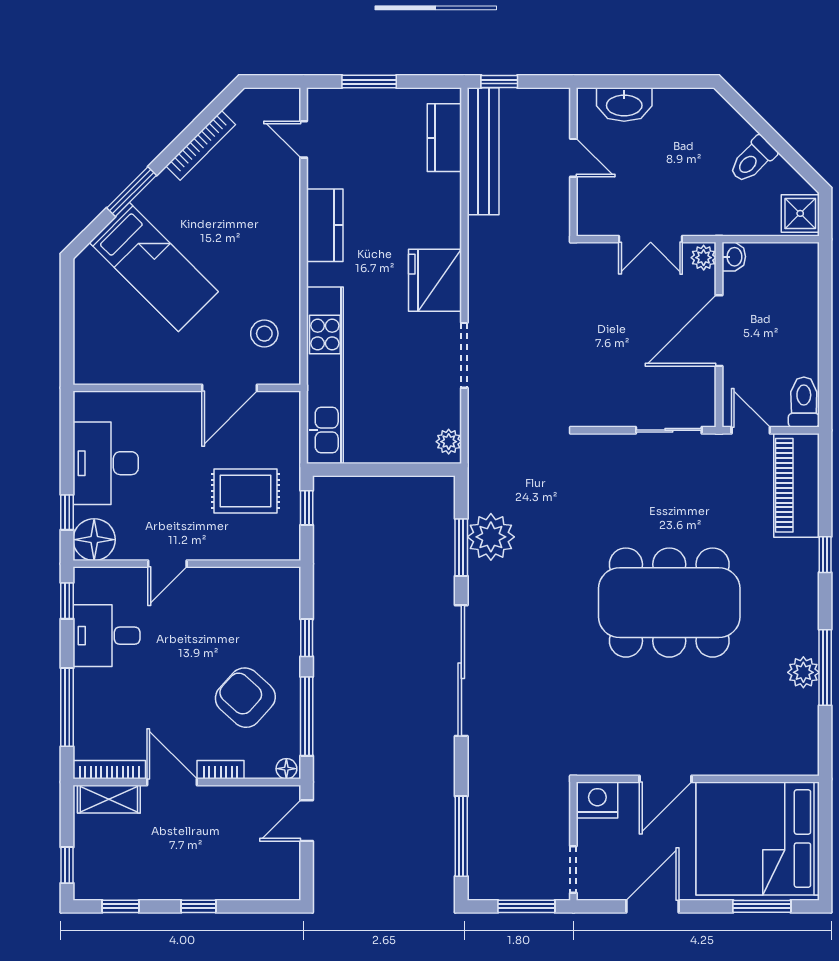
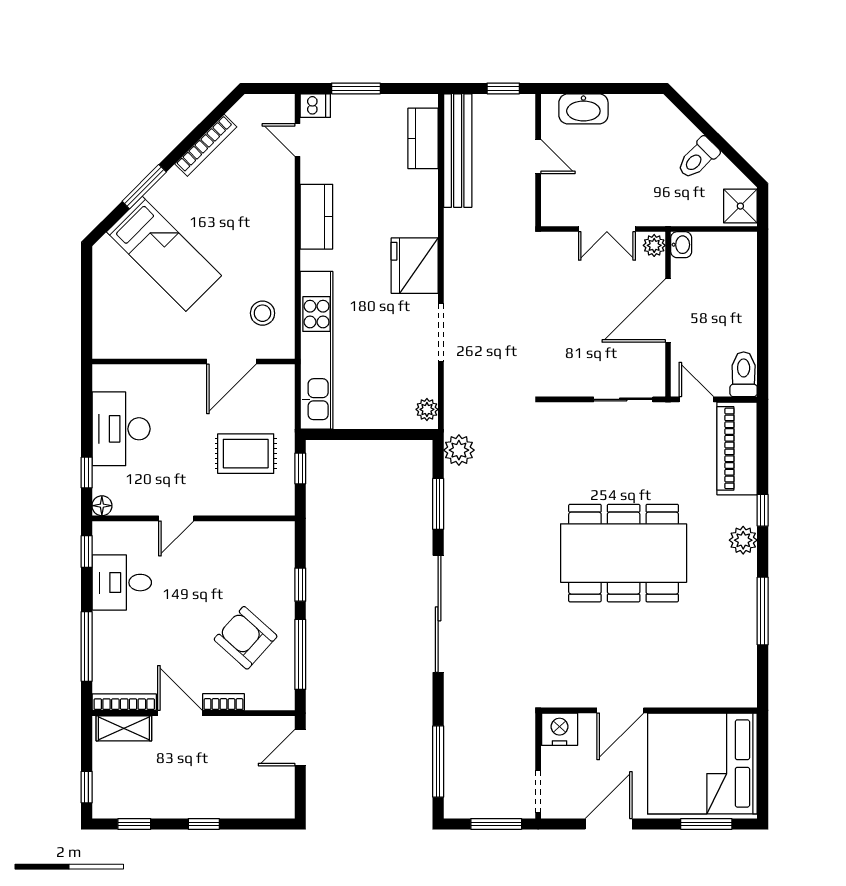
window: (499, 82) -> (503, 88), moved
dishwasher: (324, 101) -> (315, 106), added
plant: (491, 537) -> (459, 450), moved, width x0.73, depth x0.73
floor lamp: (94, 540) -> (102, 506), width x0.53, depth x0.53
plant: (803, 672) -> (743, 540), moved
floor lamp: (286, 769) -> (282, 701), removed

